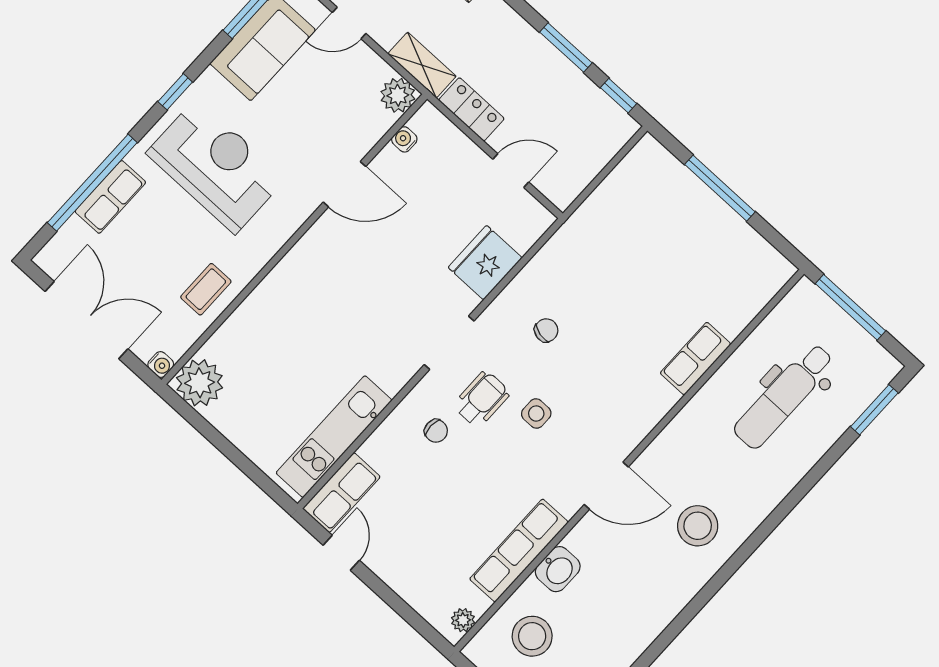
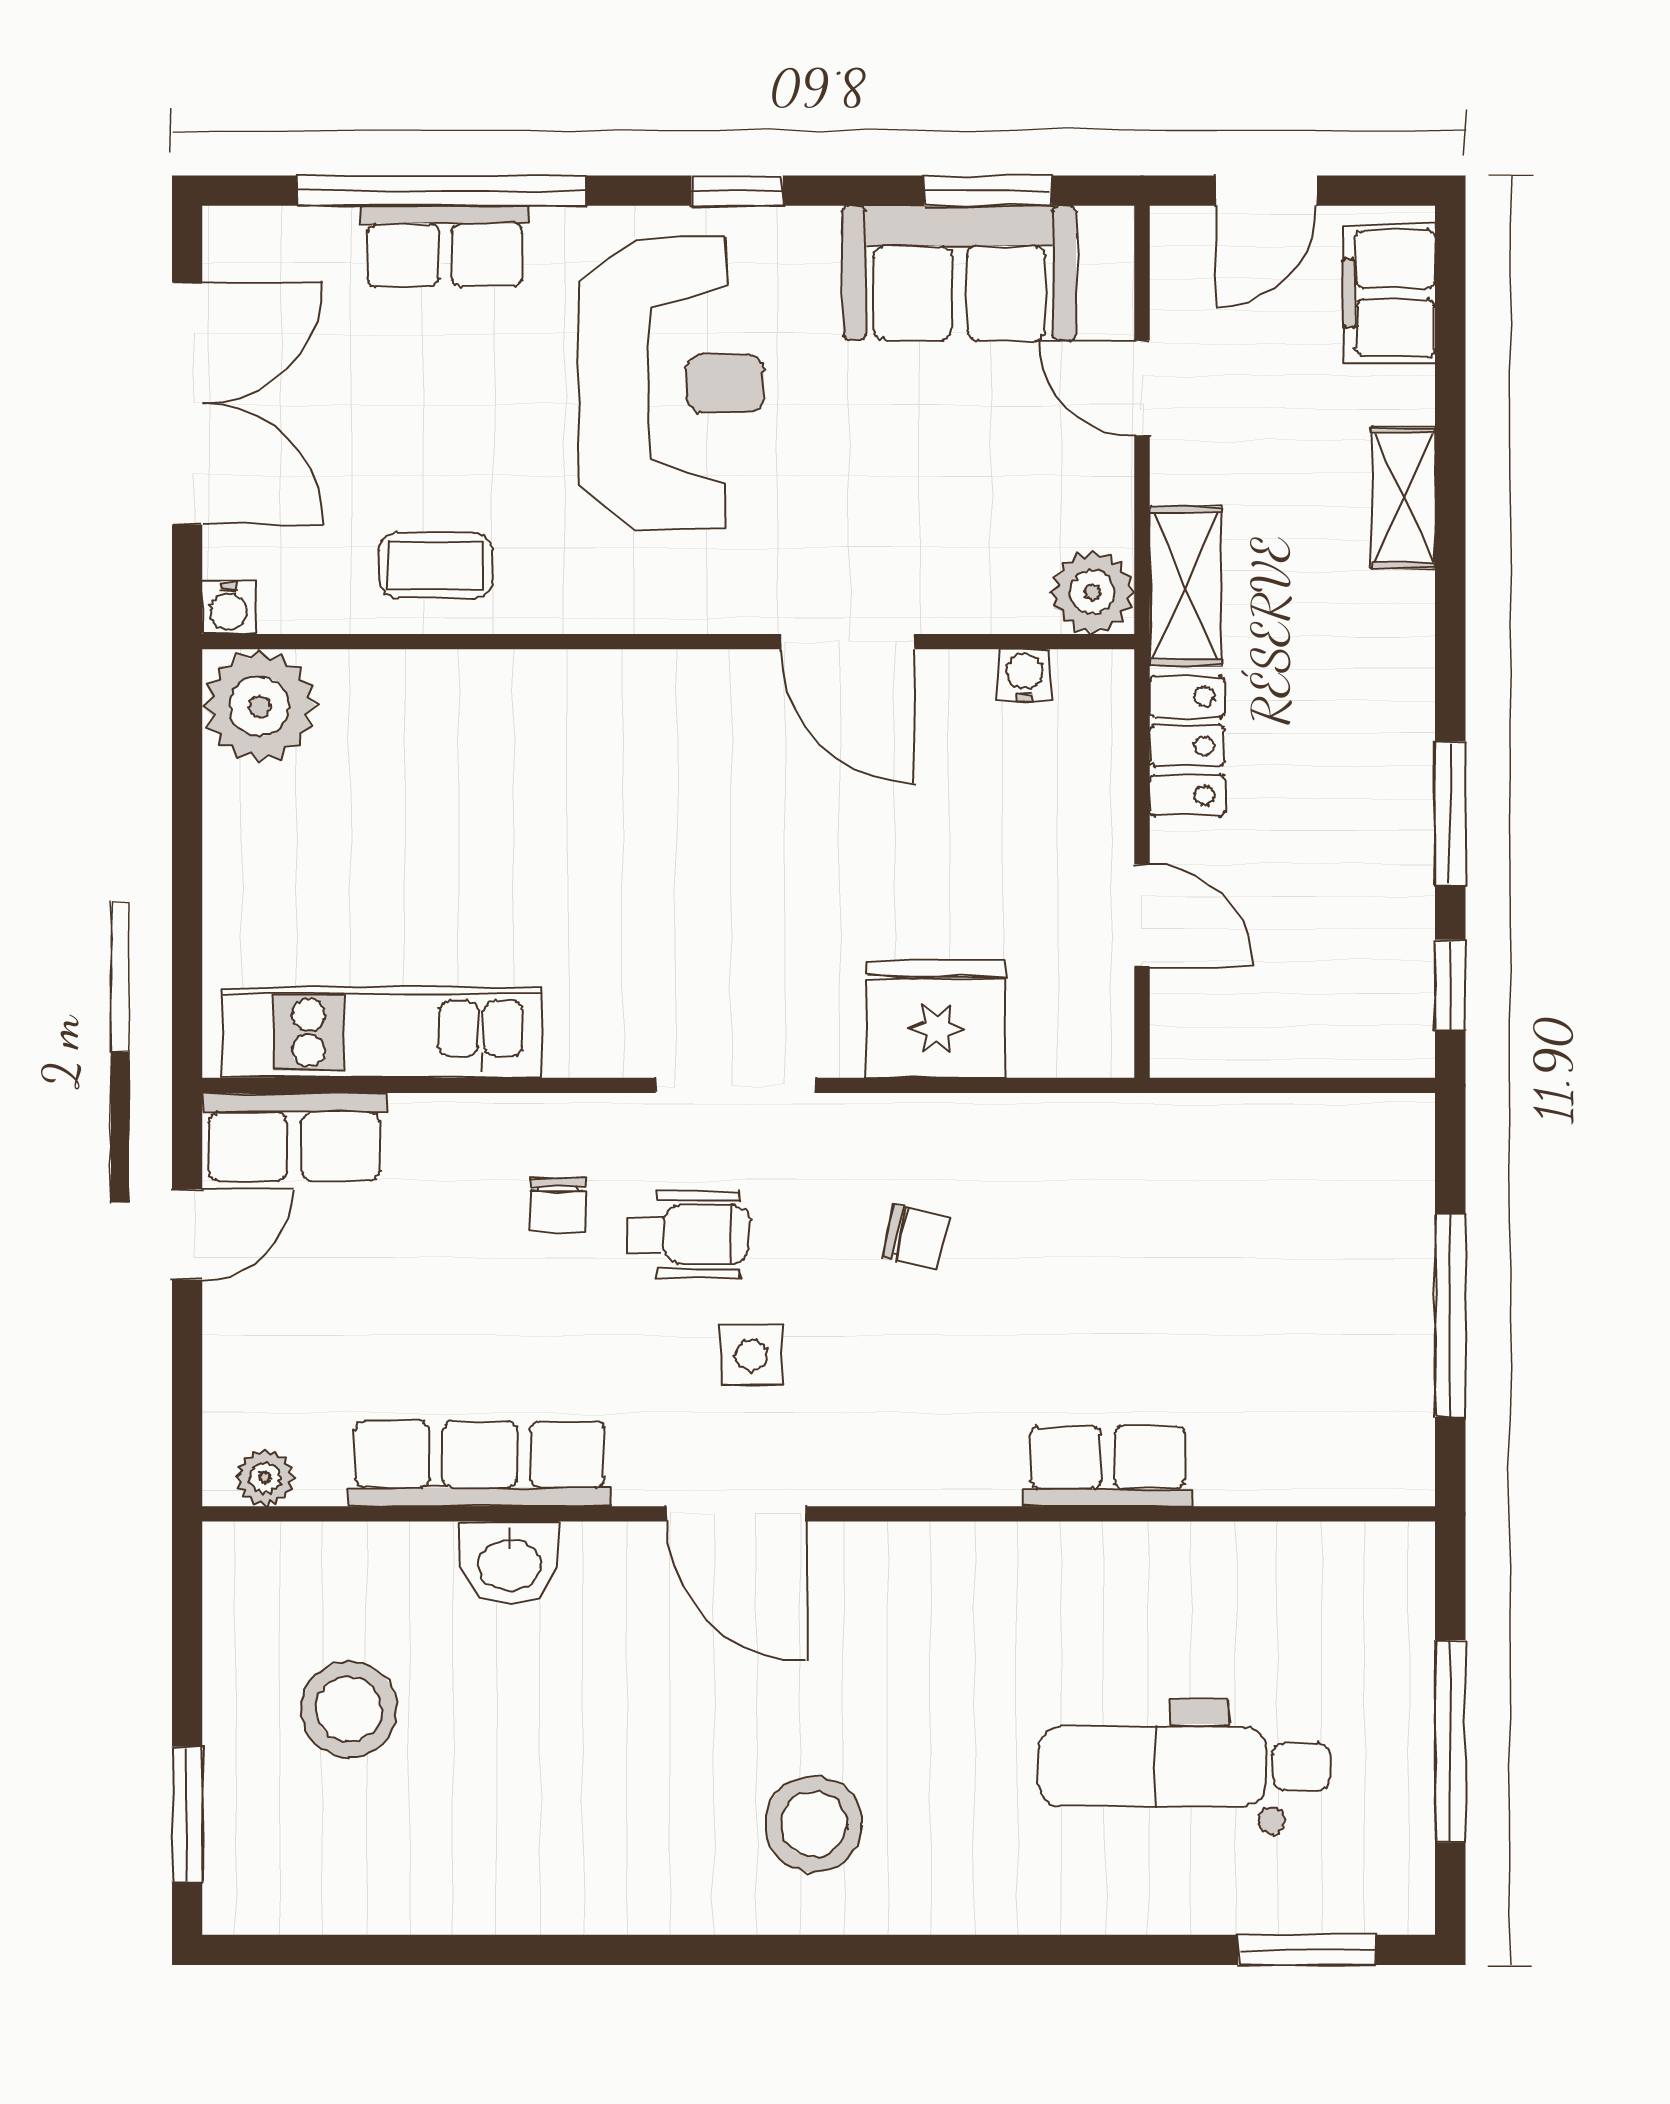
row of seats: (695, 359) -> (1108, 1466), moved
wall: (629, 461) -> (819, 1514), moved
door: (606, 486) -> (737, 1514), moved
row of seats: (519, 551) -> (480, 1464), moved
washbasin: (558, 569) -> (510, 1563), moved
plant: (463, 620) -> (265, 1478), moved

